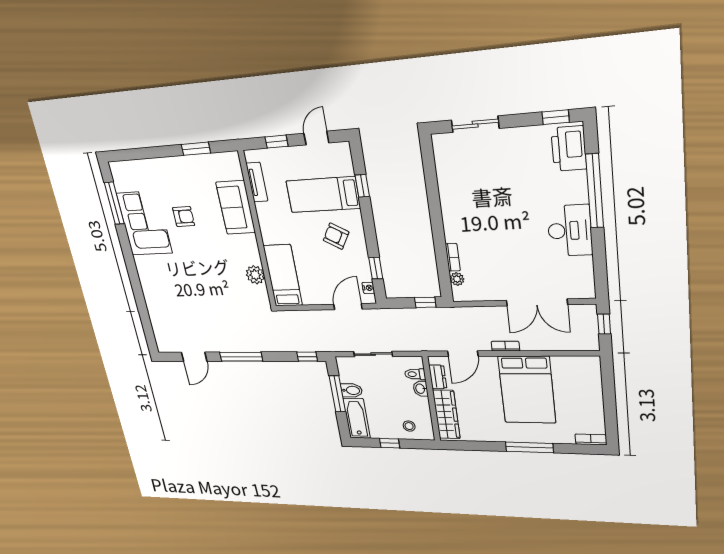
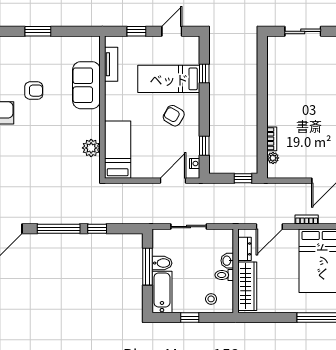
window: (196, 149) -> (38, 31), moved
window: (307, 357) -> (97, 229), moved
toilet: (415, 374) -> (224, 275), moved

